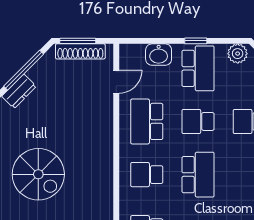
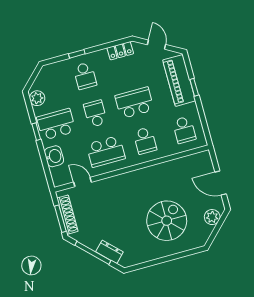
school desk: (198, 121) -> (95, 114), turned 180

